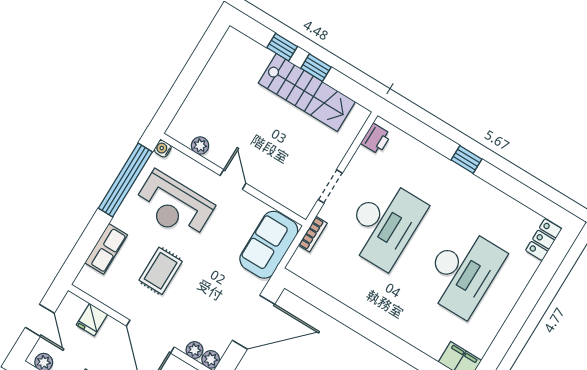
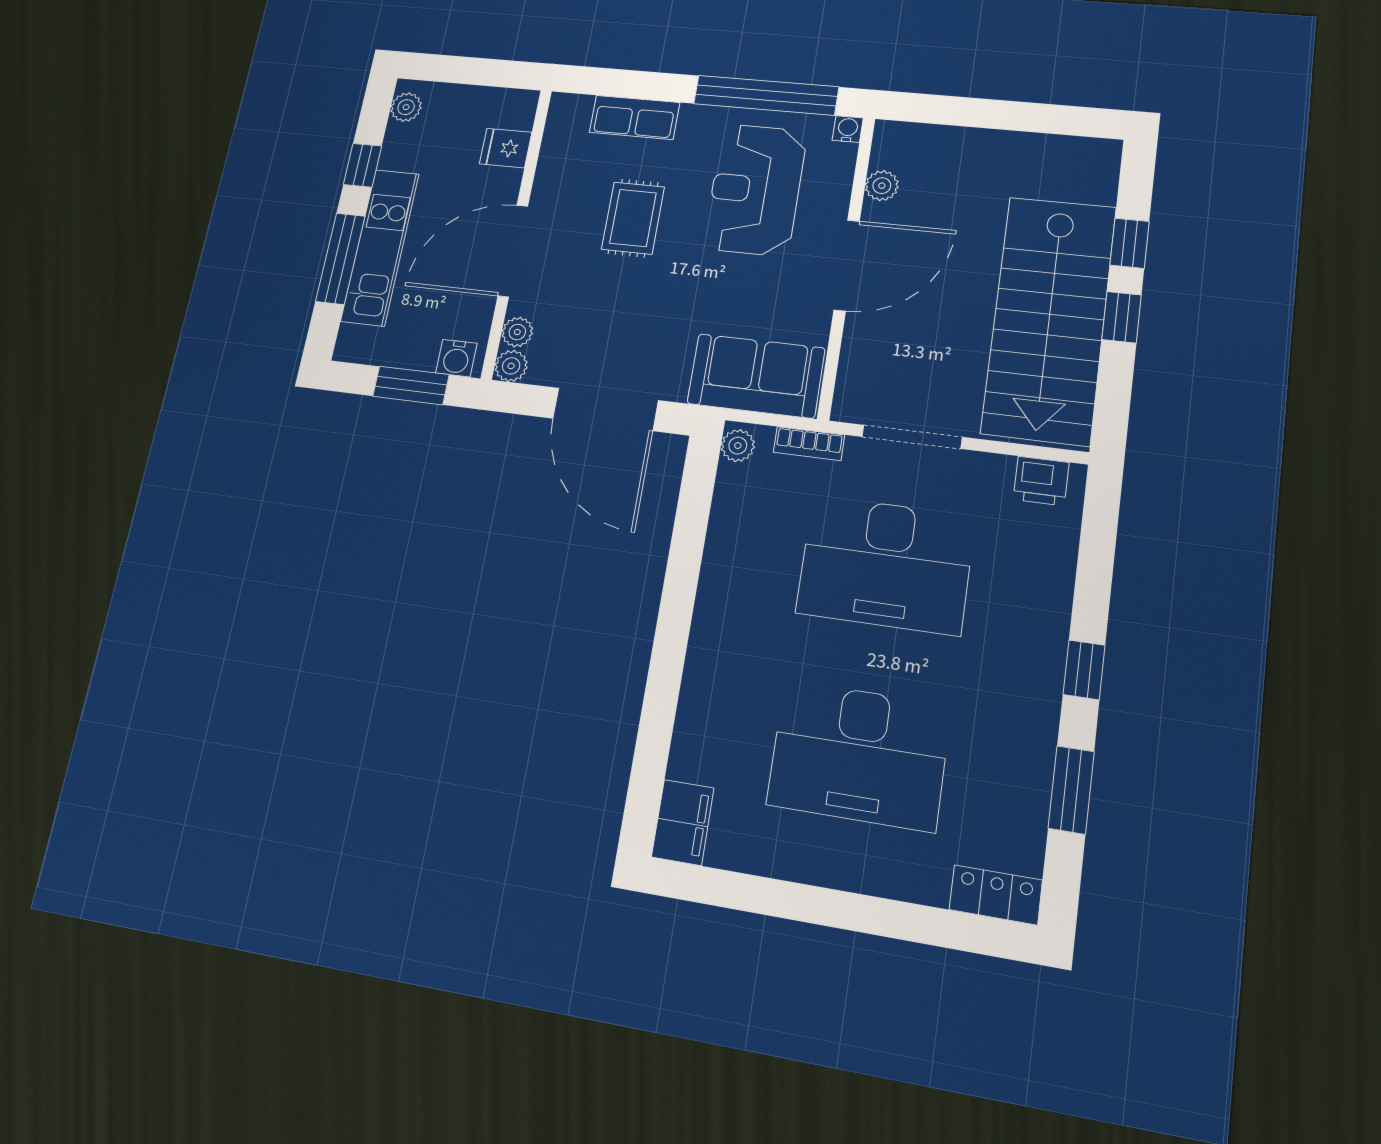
stairs: (307, 92) -> (1049, 319), width x1.36, depth x1.51
door: (233, 179) -> (847, 265), width x1.88
doorway: (330, 186) -> (912, 437), width x1.38
window: (514, 189) -> (1071, 790), added
plant: (299, 267) -> (738, 446), added
rug: (161, 271) -> (633, 218), turned 90
door: (40, 320) -> (473, 71), removed

